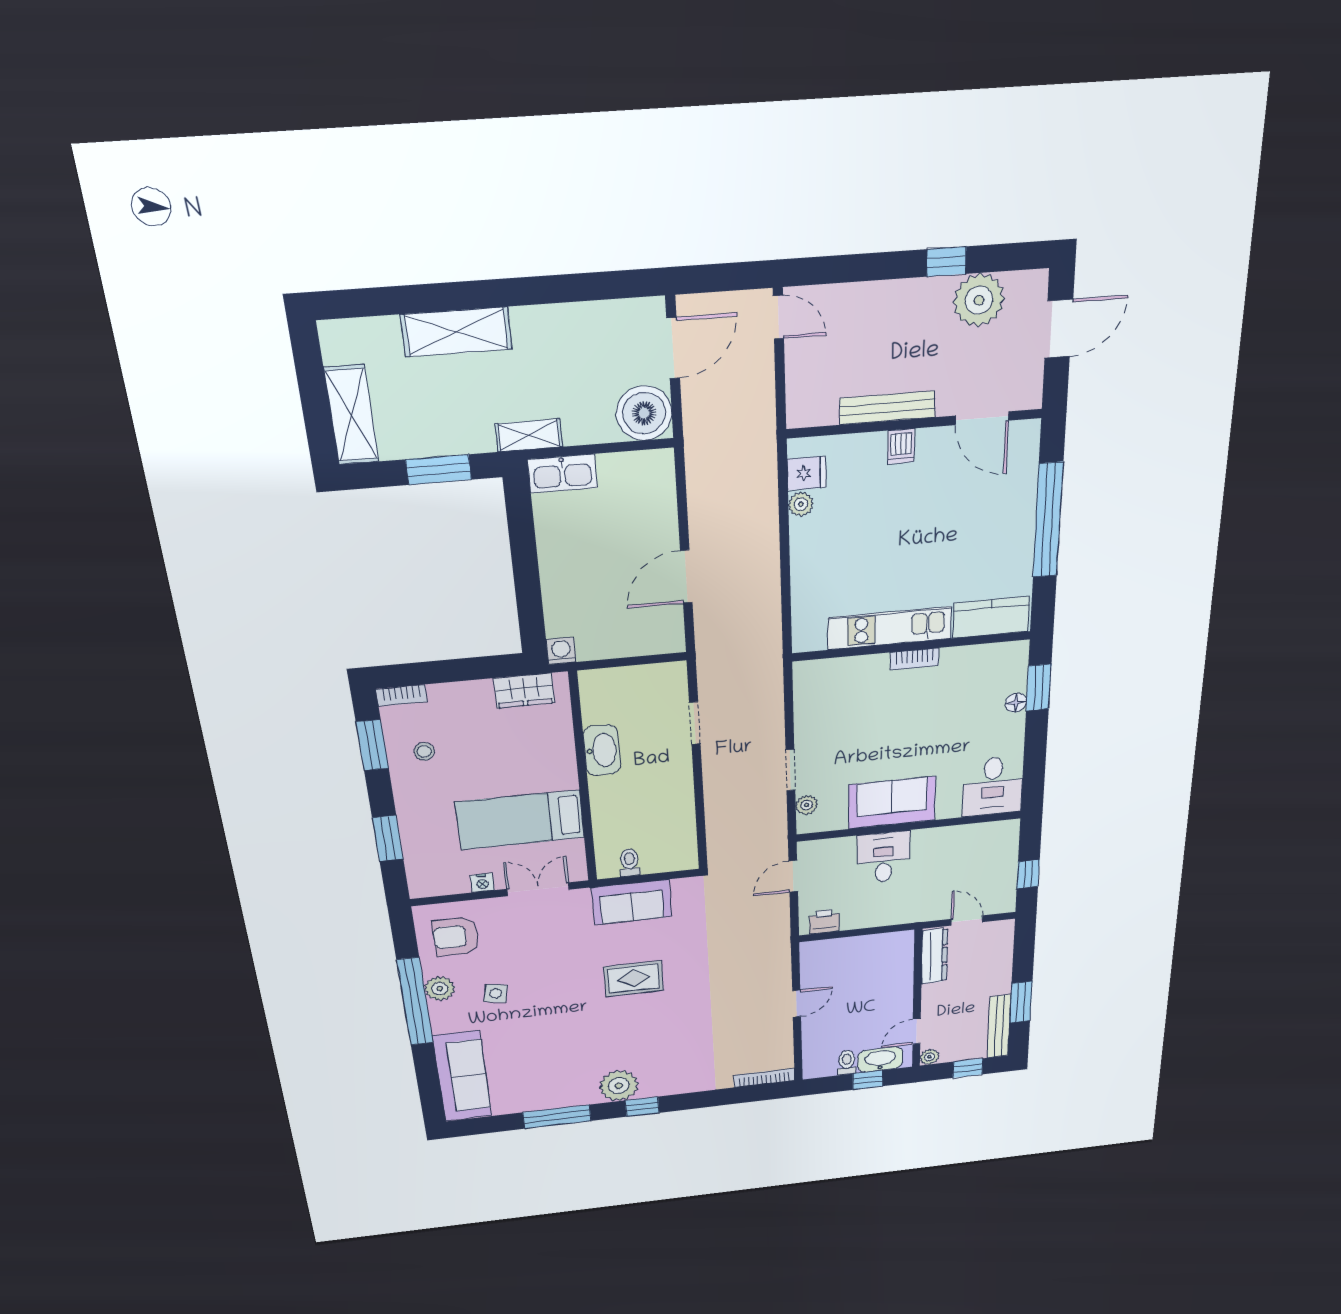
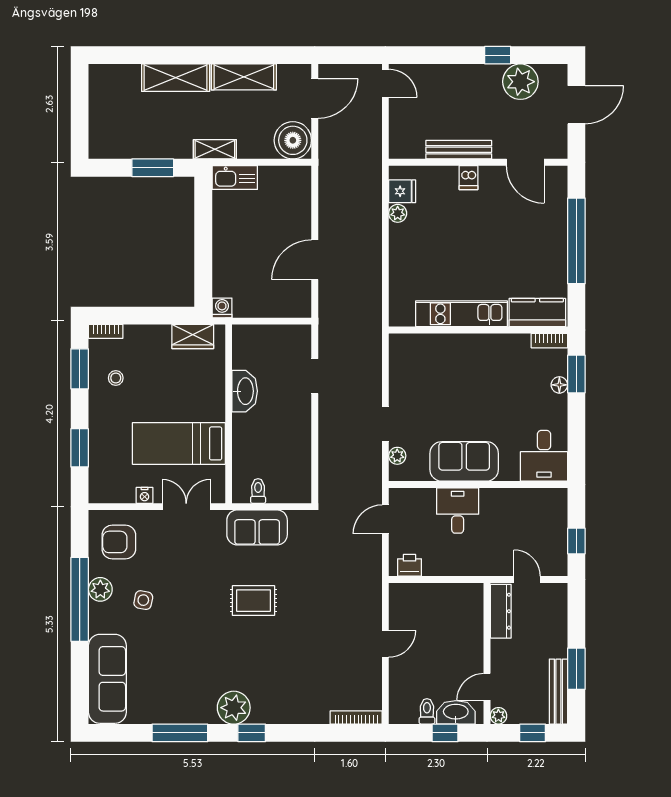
shelving: (352, 415) -> (244, 77), moved, turned 90
bookcase: (915, 659) -> (549, 341), moved

